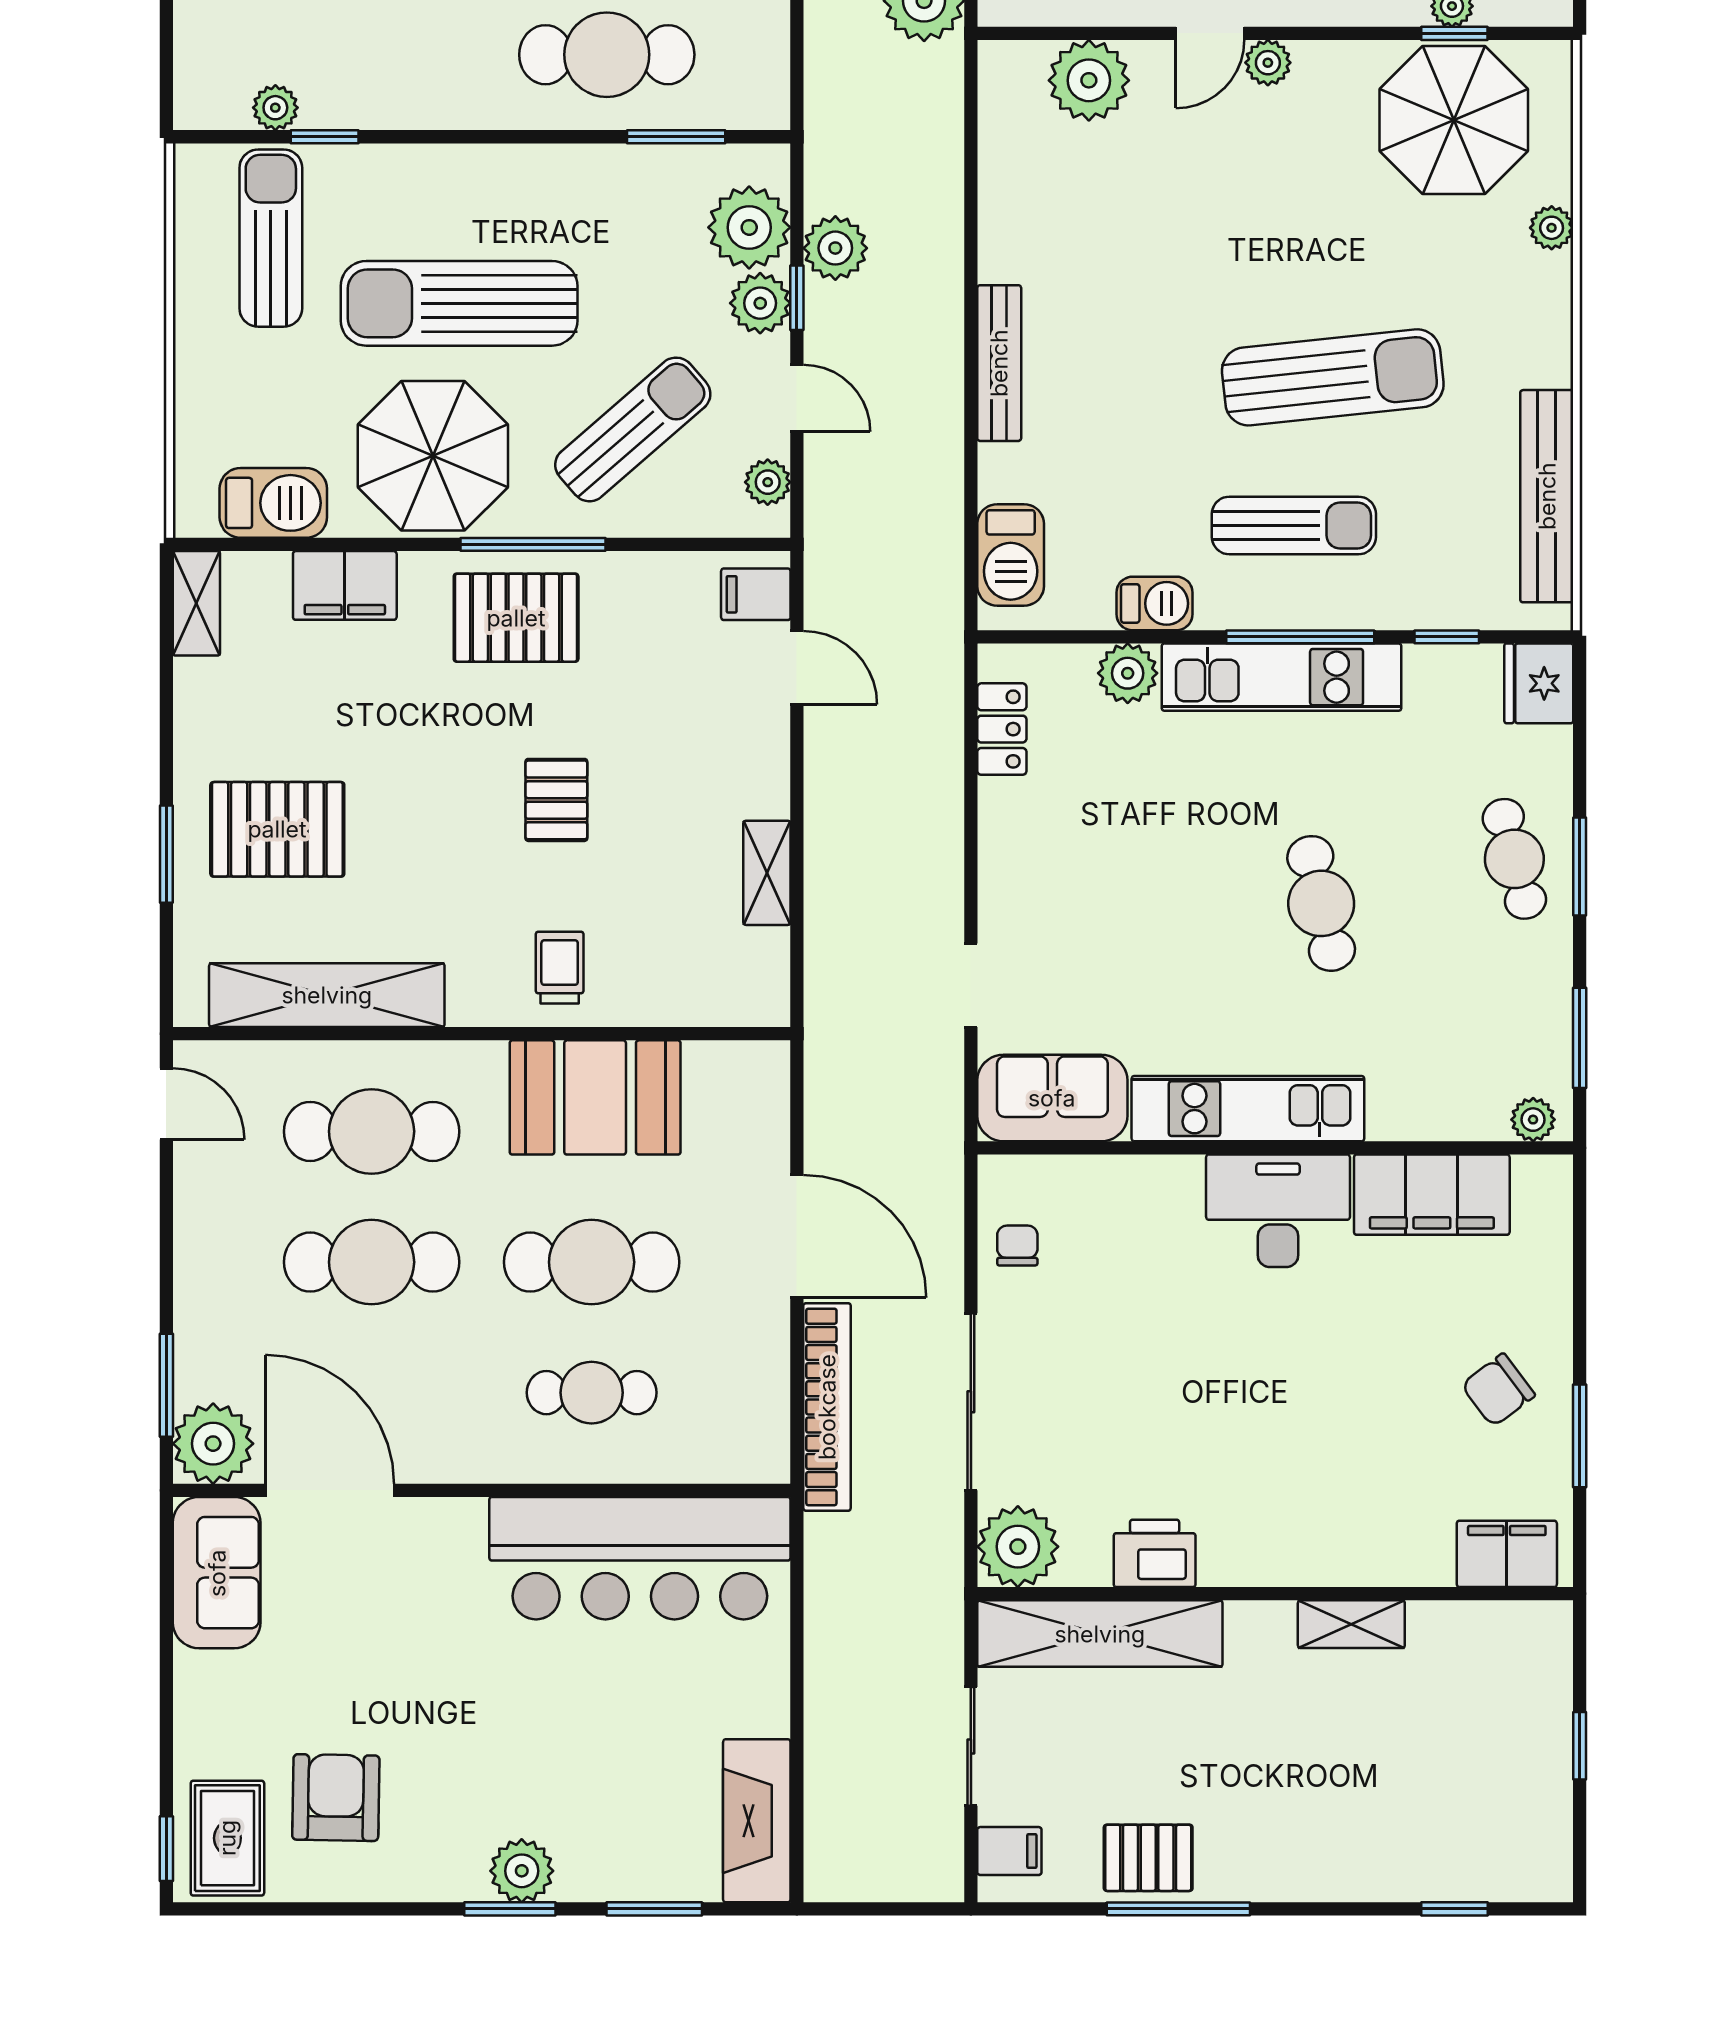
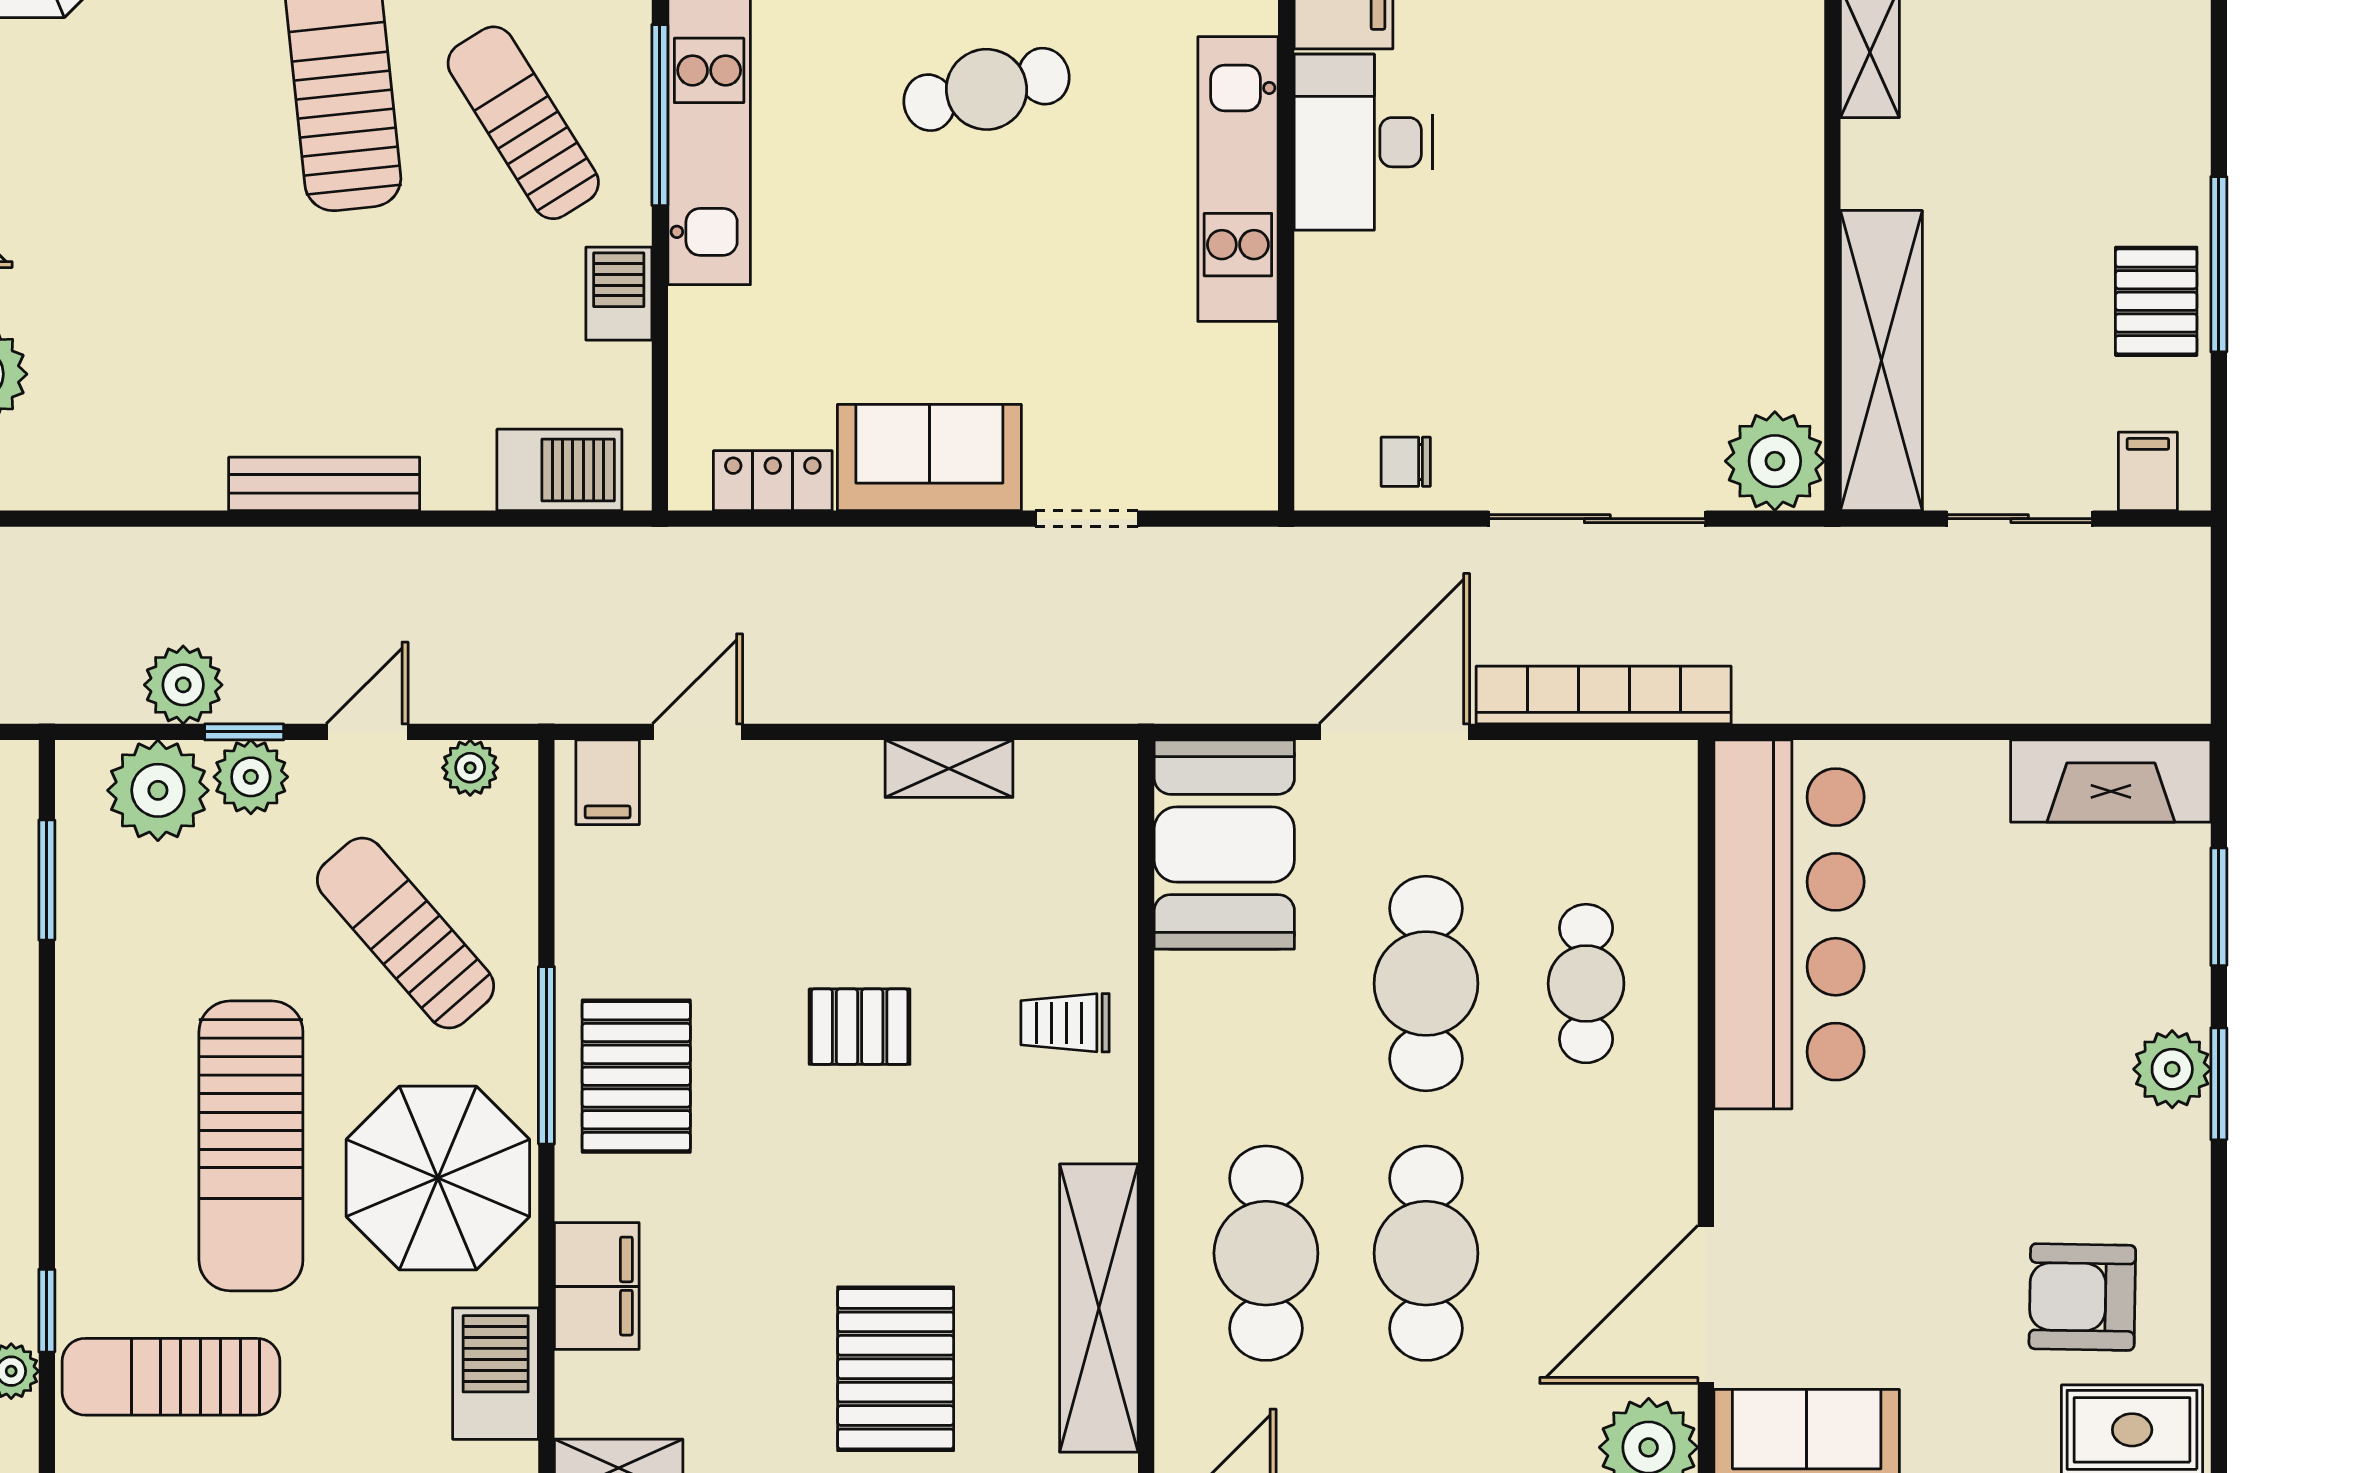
sun lounger: (1294, 525) -> (523, 123), turned -32
plant: (1128, 673) -> (704, 327), removed
booth: (595, 1097) -> (1224, 844), moved
sofa: (1052, 1098) -> (929, 458), moved, turned 90
printer: (1155, 1553) -> (1783, 293), removed

